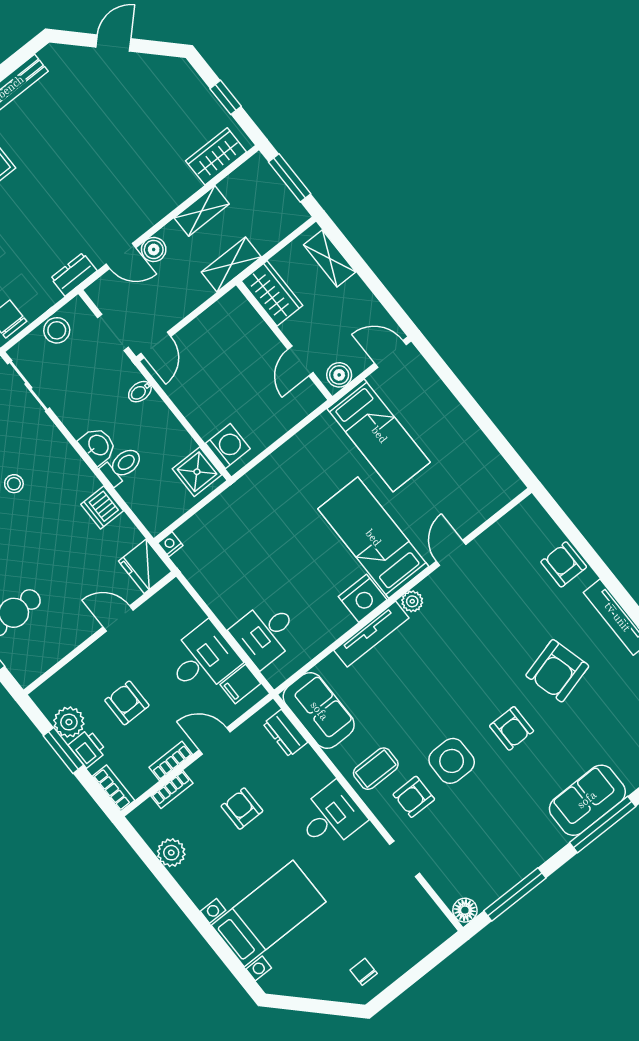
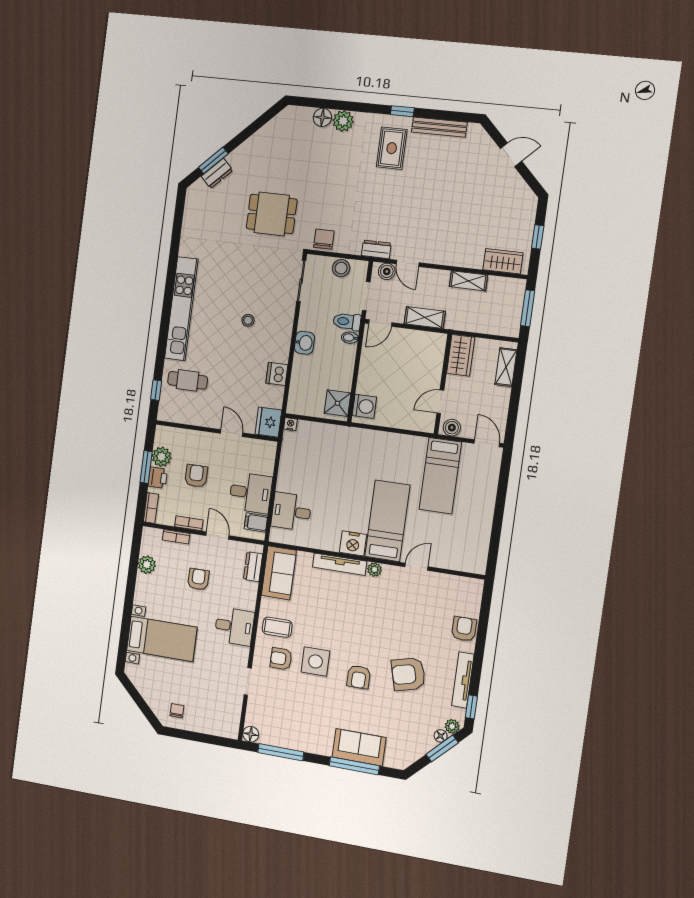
boiler: (154, 249) -> (387, 271), moved
shelving: (231, 264) -> (425, 318), moved
toilet: (122, 466) -> (347, 322), moved, turned 180

